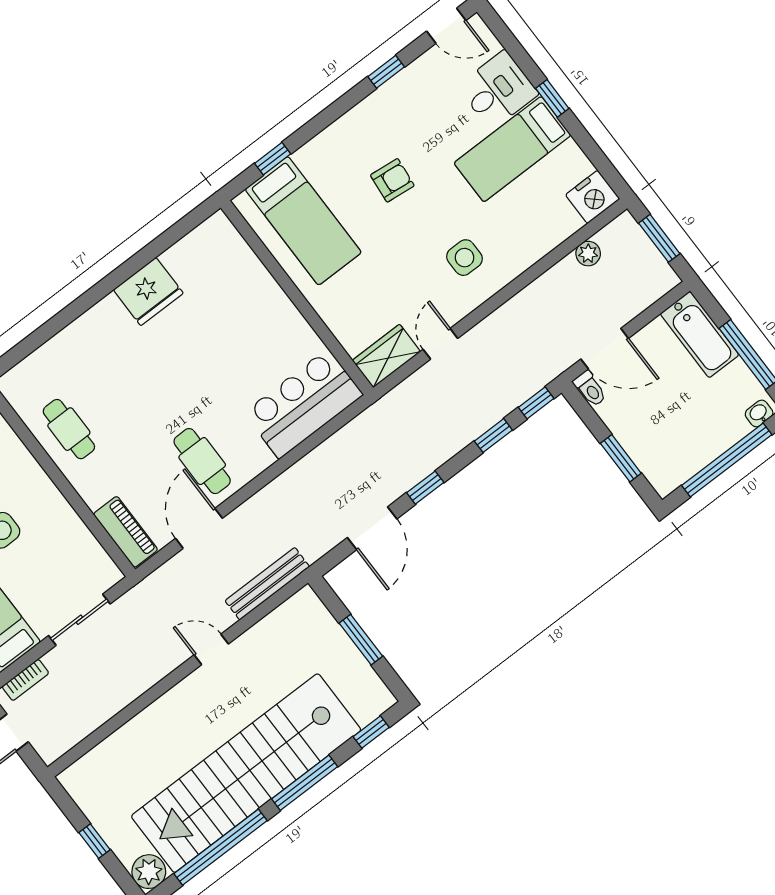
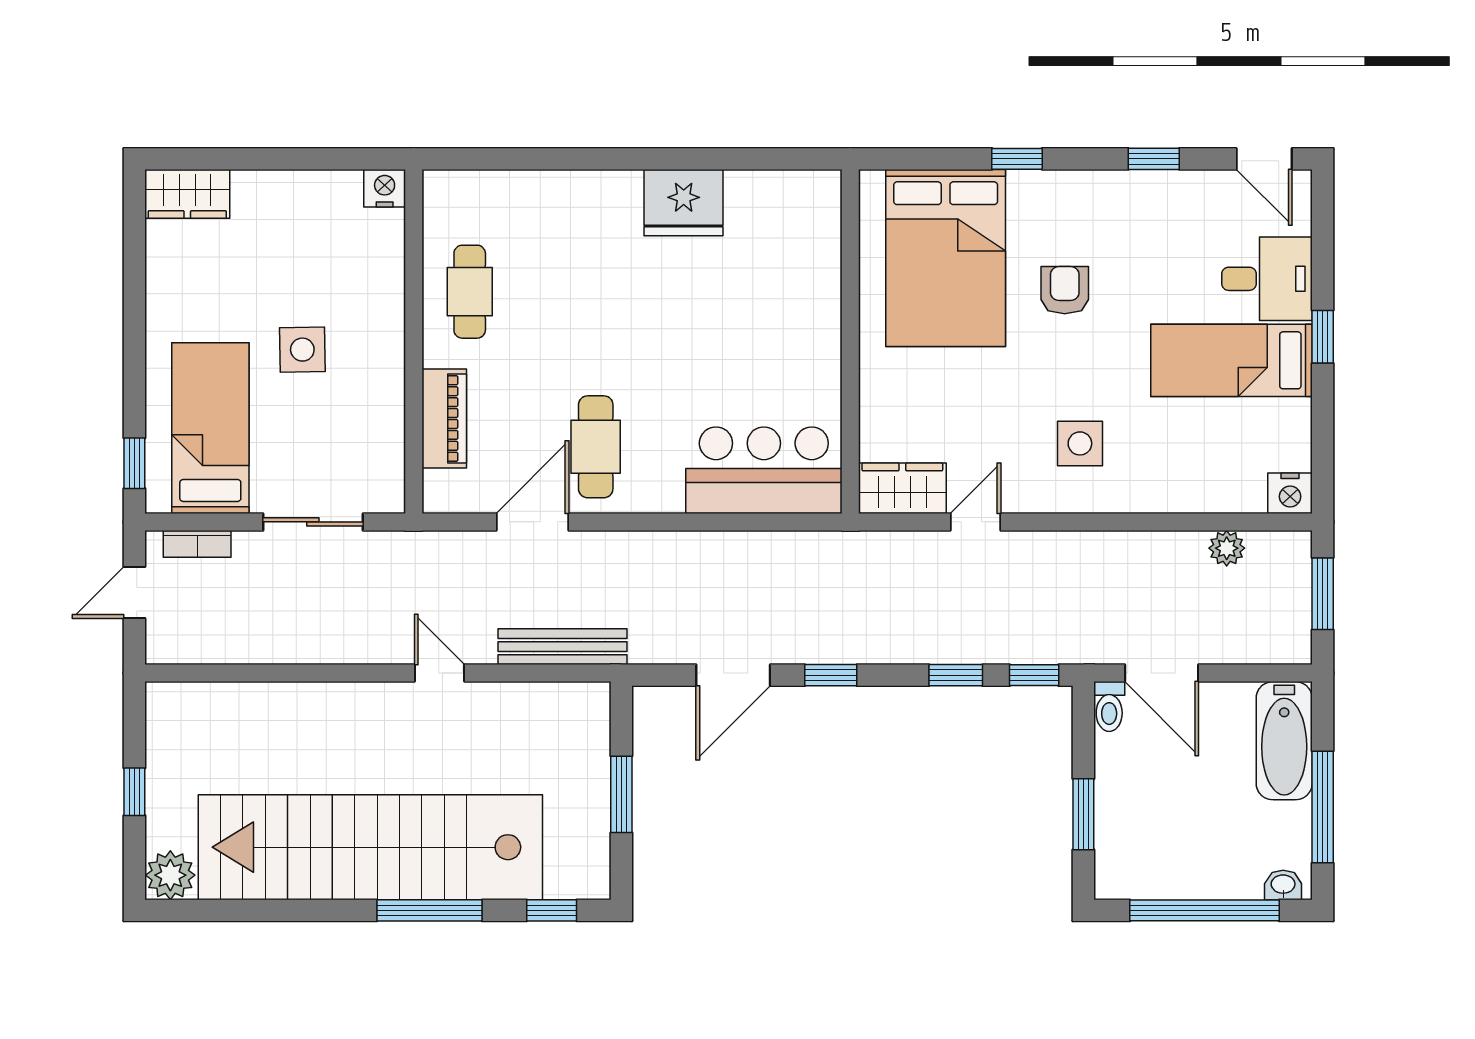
window: (273, 159) -> (1017, 159), moved
armchair: (392, 180) -> (1065, 290), turned -96
nightstand: (593, 197) -> (1290, 493), width x0.74, depth x0.75
bed: (303, 221) -> (946, 258), width x1.50
piano: (126, 532) -> (444, 418), moved
window: (220, 847) -> (275, 910), removed

